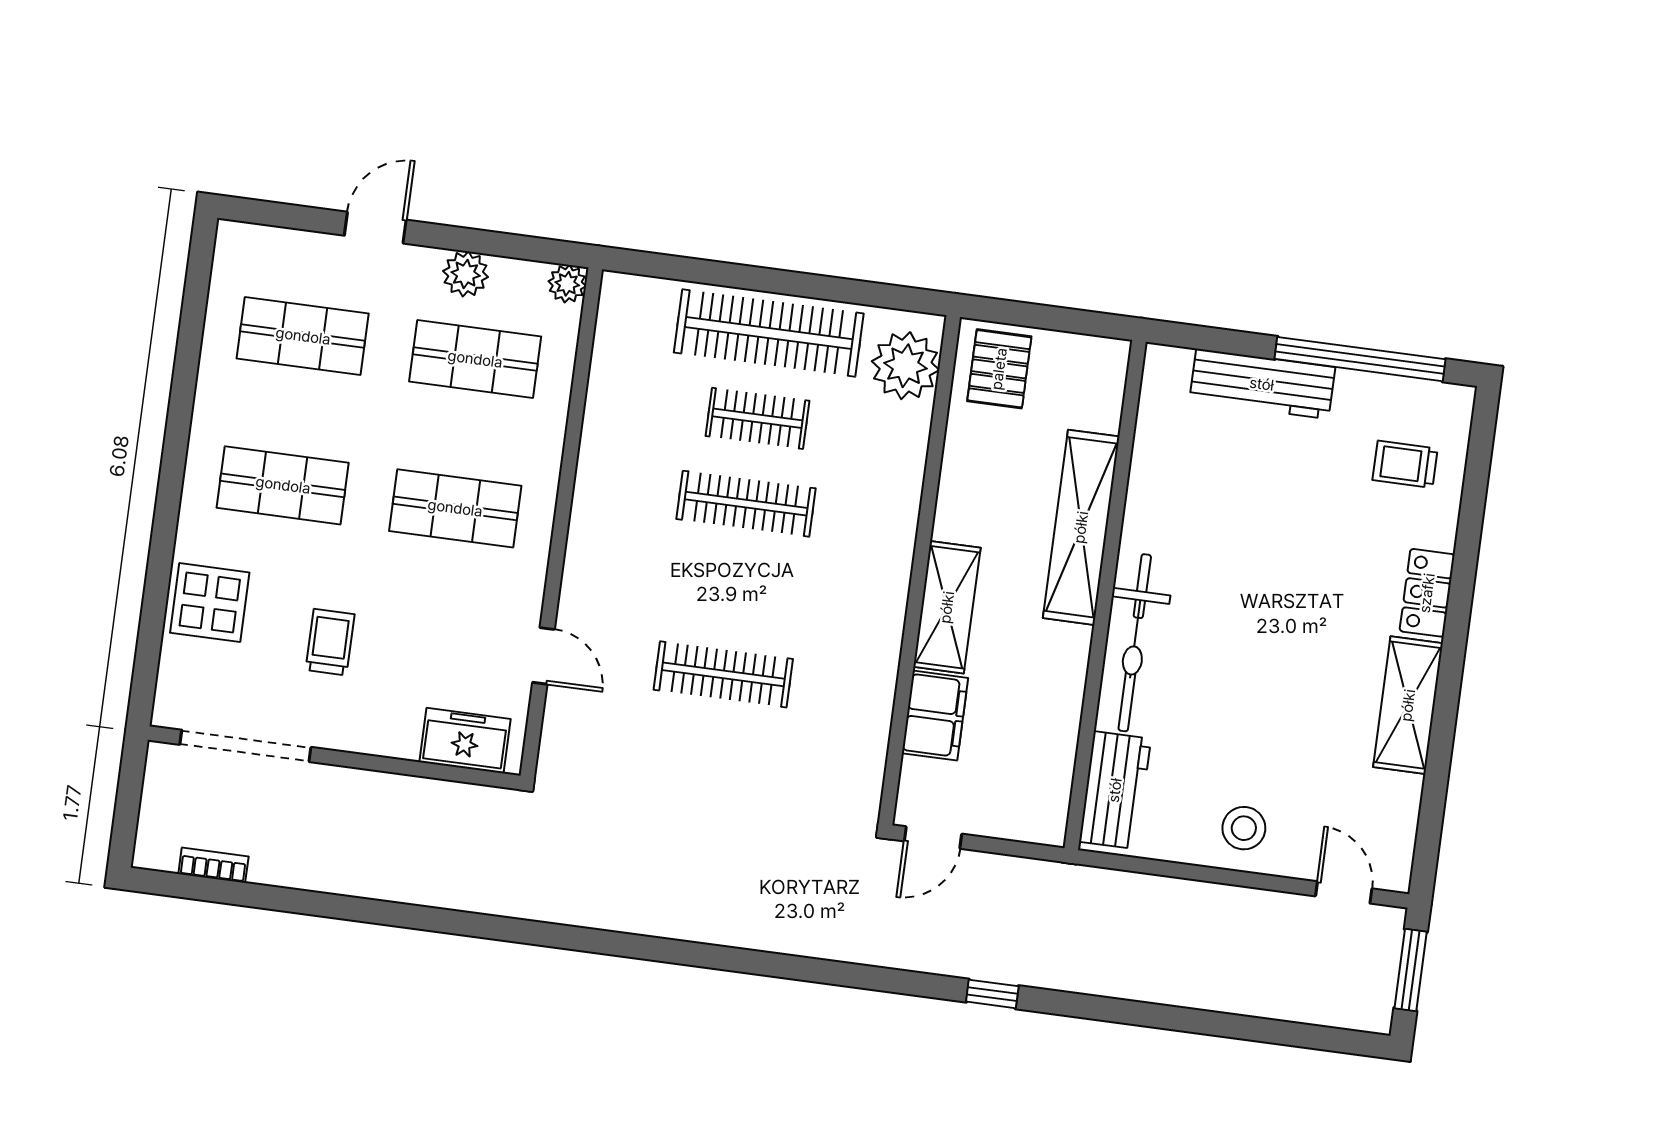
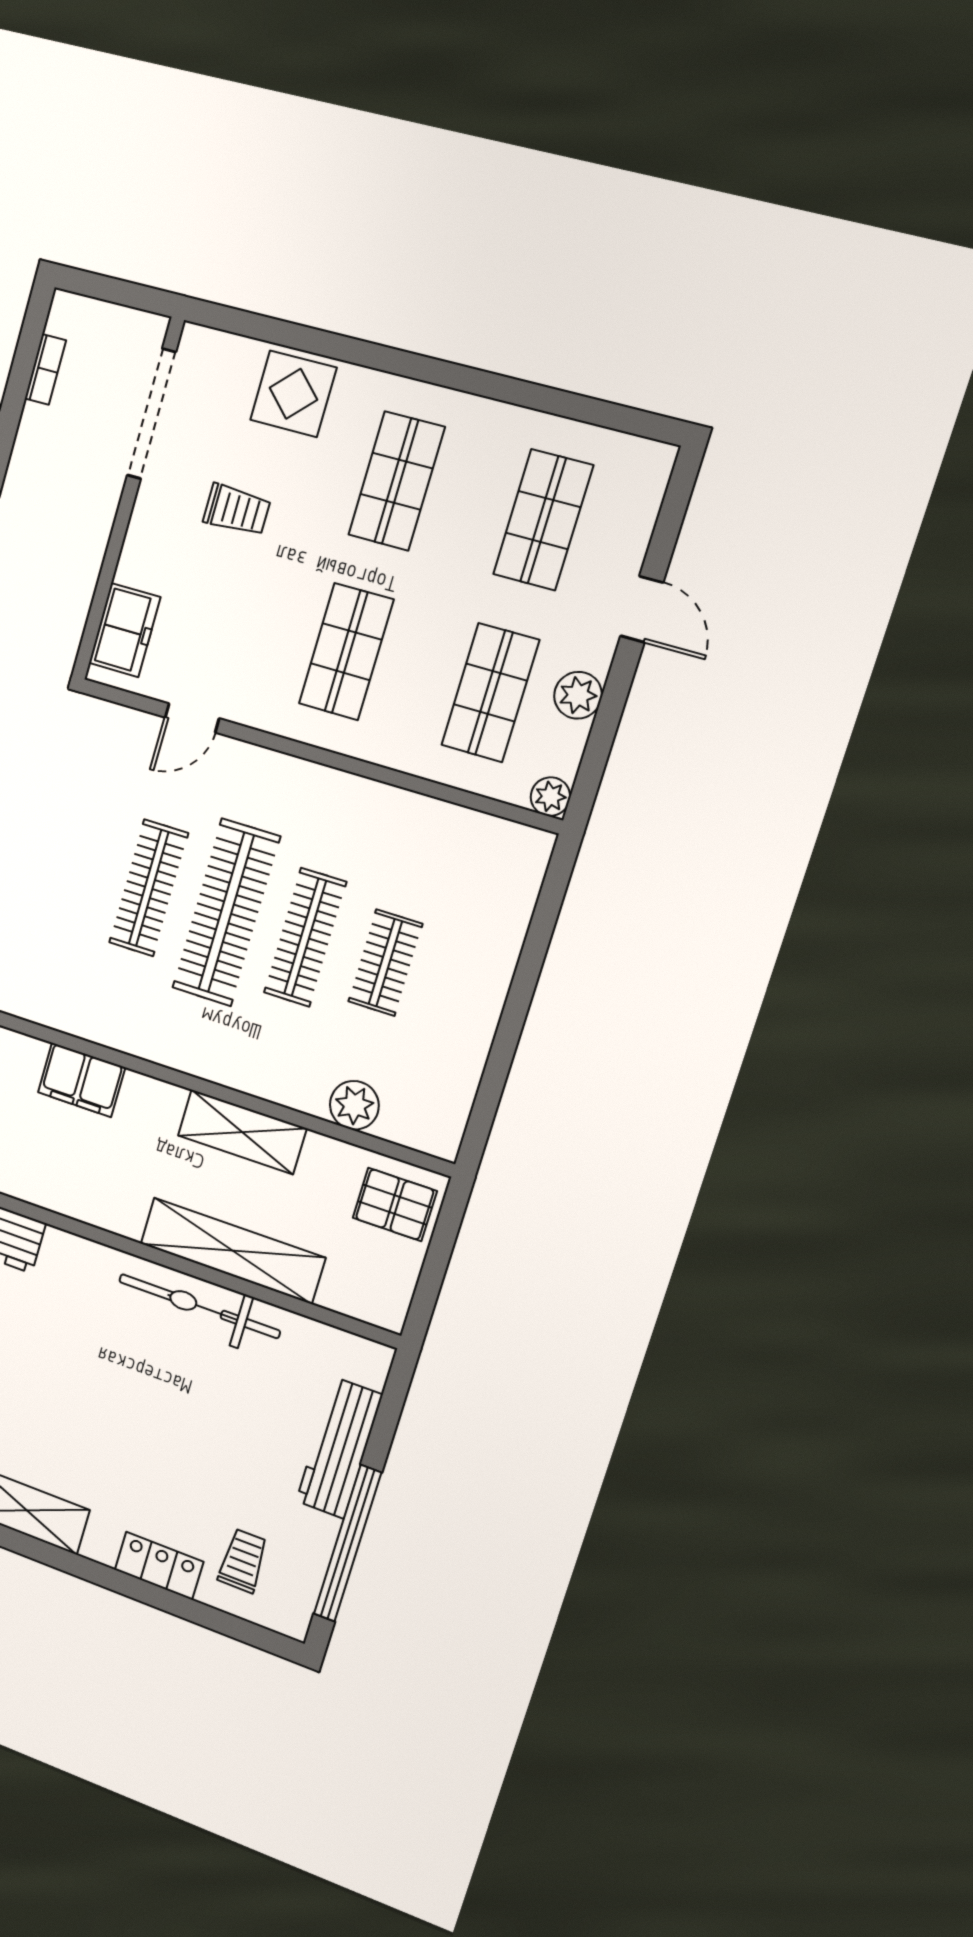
clothes rail: (769, 333) -> (226, 912), moved
plant: (906, 366) -> (354, 1105), moved, width x0.73, depth x0.73
locker: (1427, 593) -> (159, 1566), moved
shelving: (947, 607) -> (242, 1132), moved
bicycle: (1135, 643) -> (199, 1306), moved

